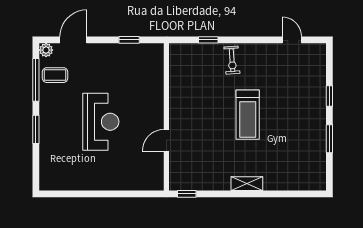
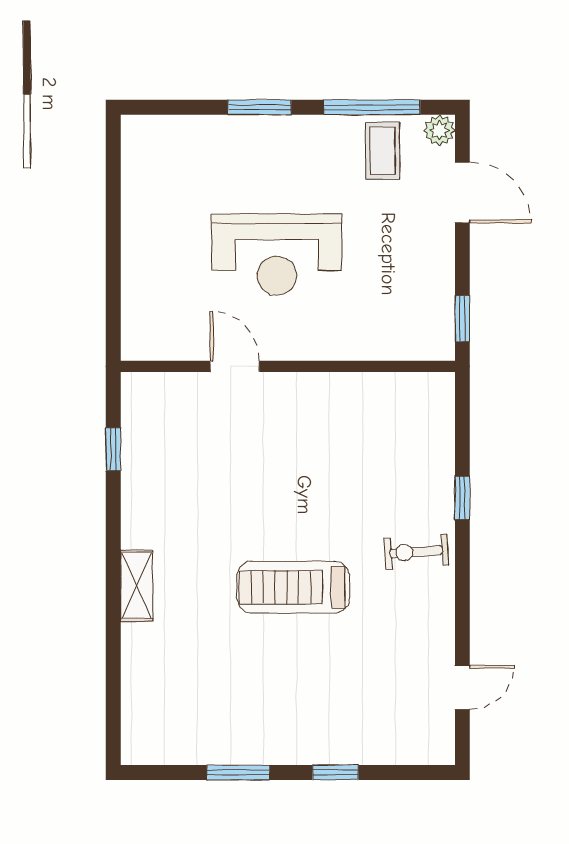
wall: (166, 117) -> (288, 366), moved
door: (166, 140) -> (235, 366), moved

